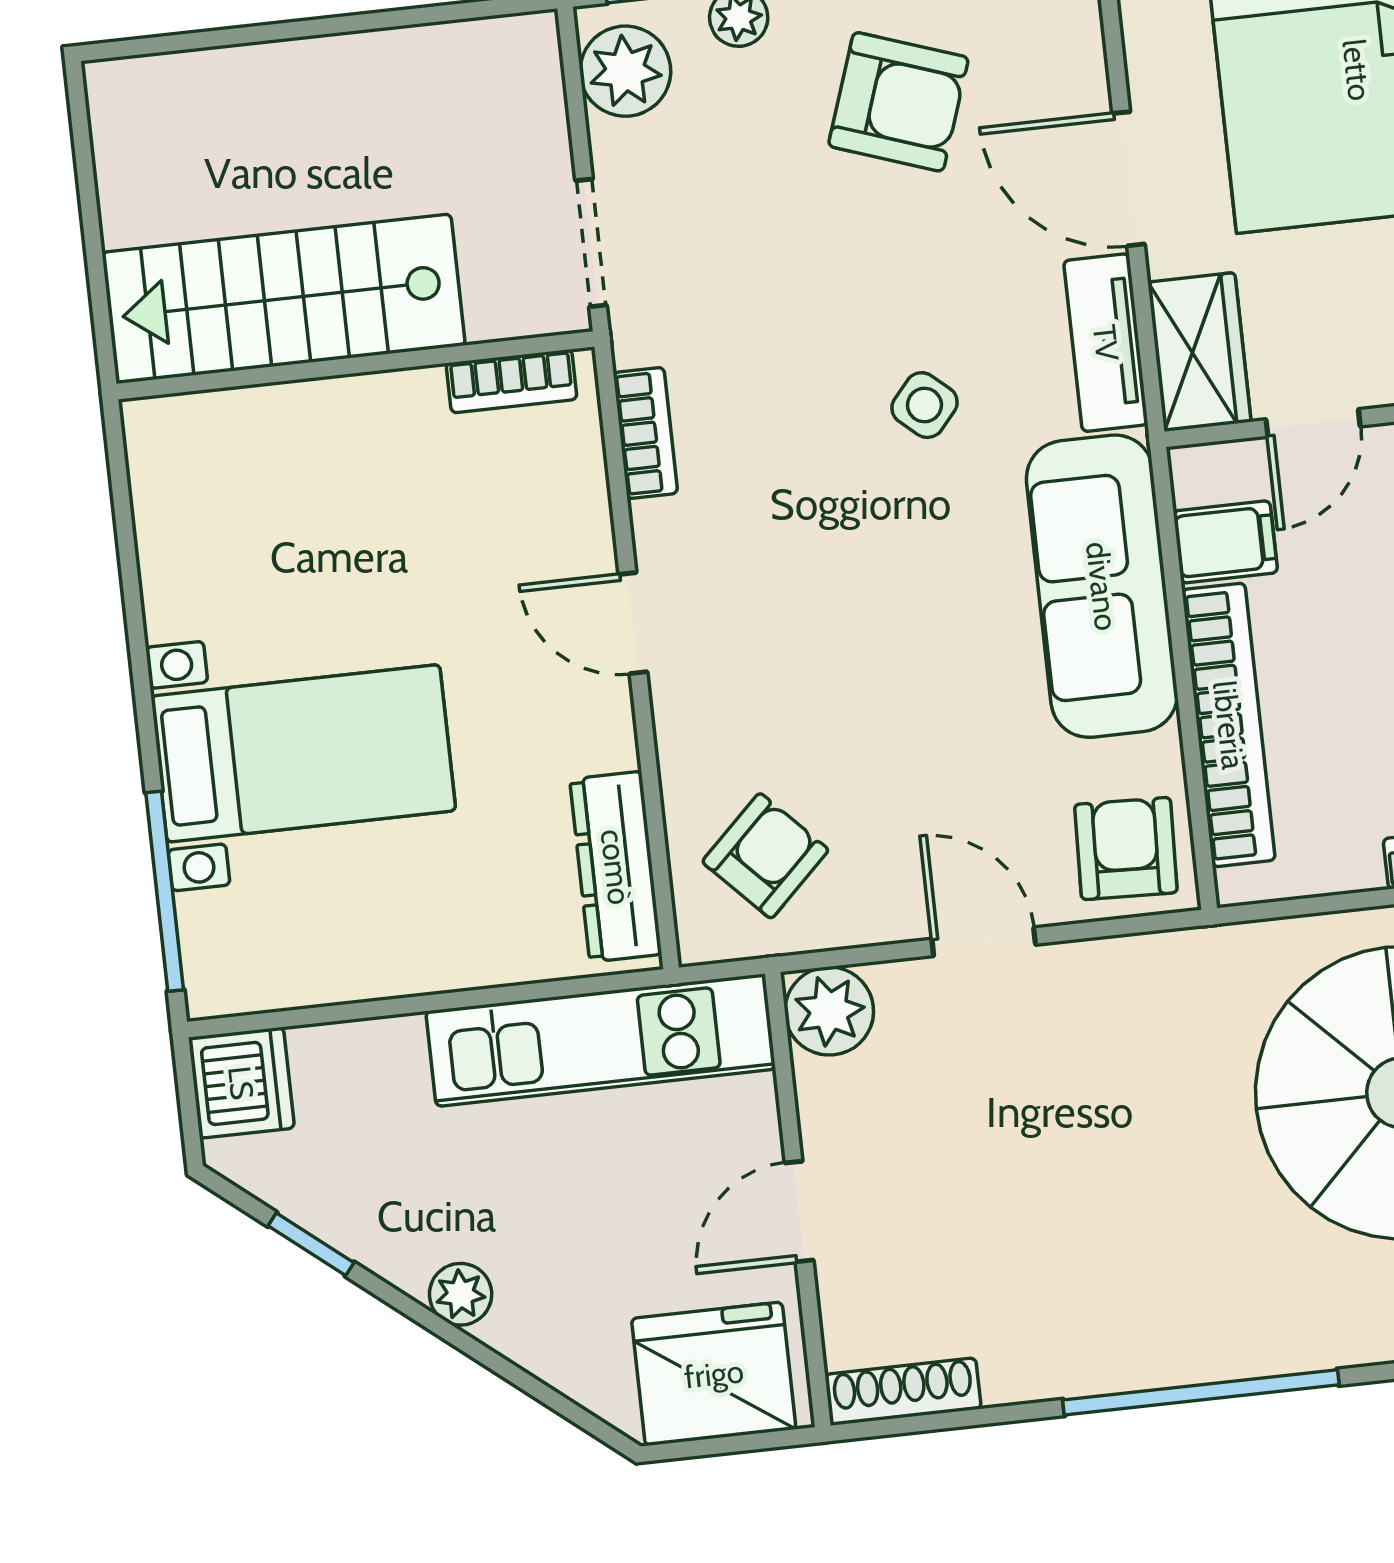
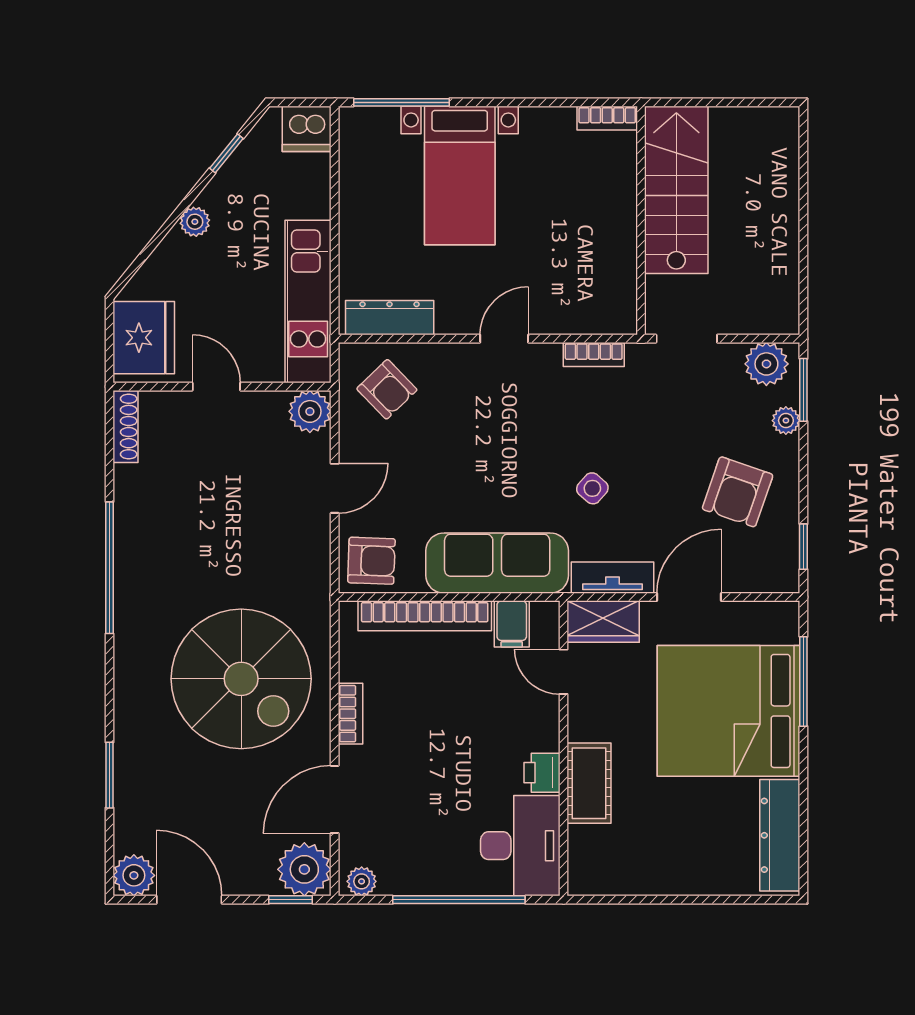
bookcase: (512, 381) -> (607, 118), moved, turned -90

